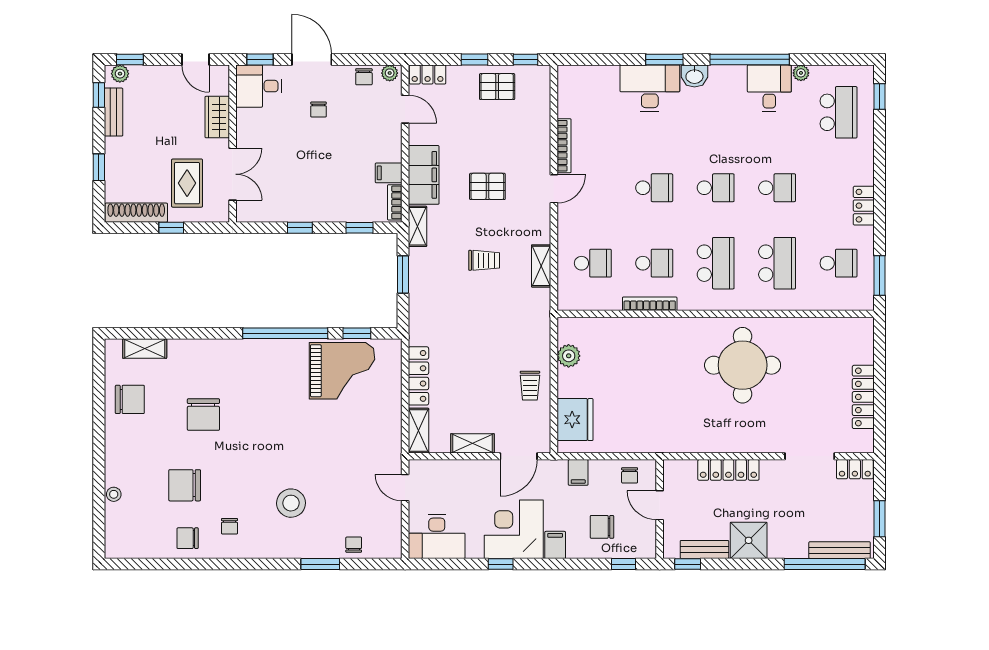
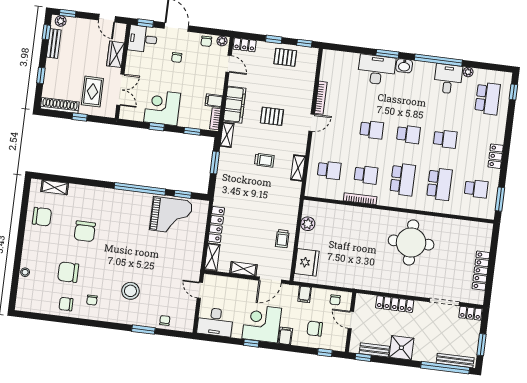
corner desk: (305, 195) -> (162, 107), added

